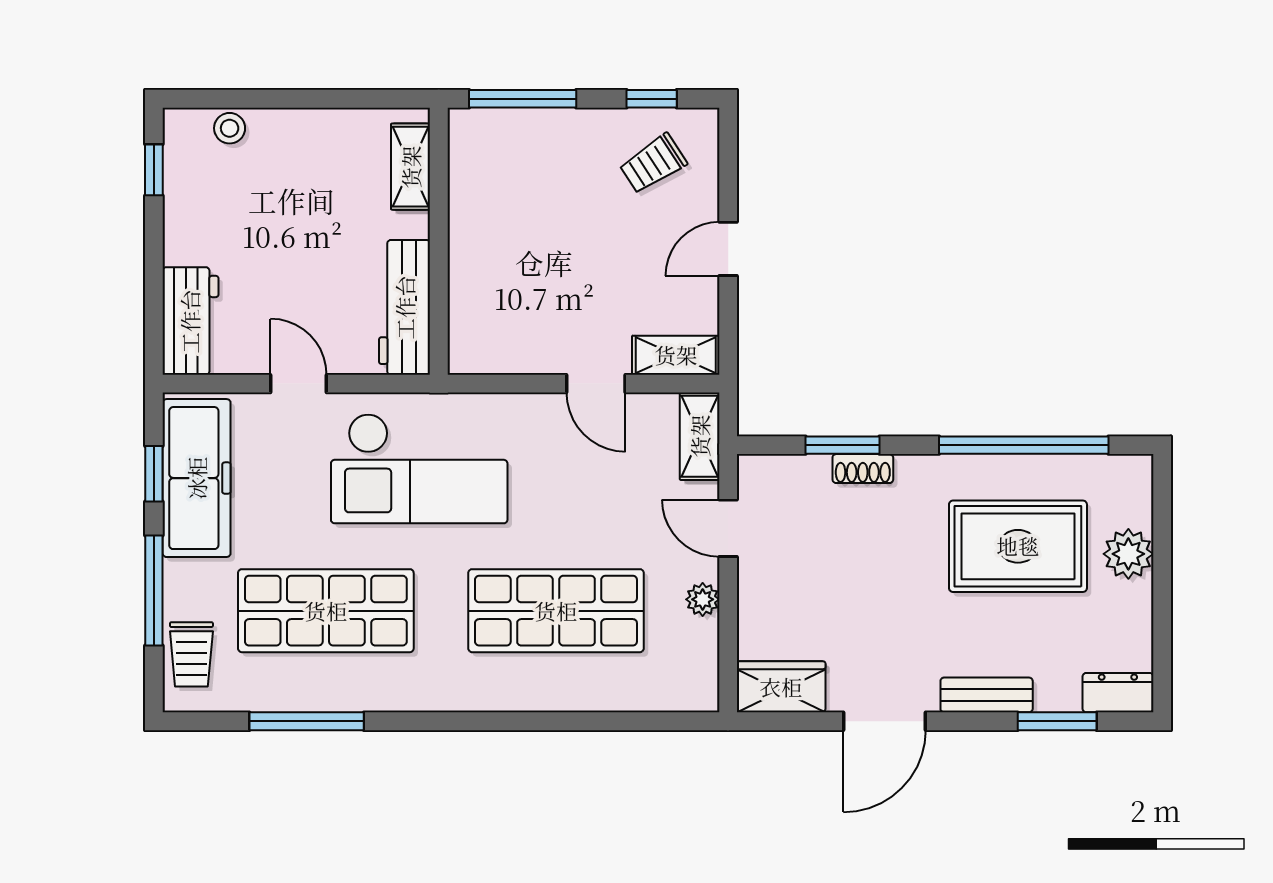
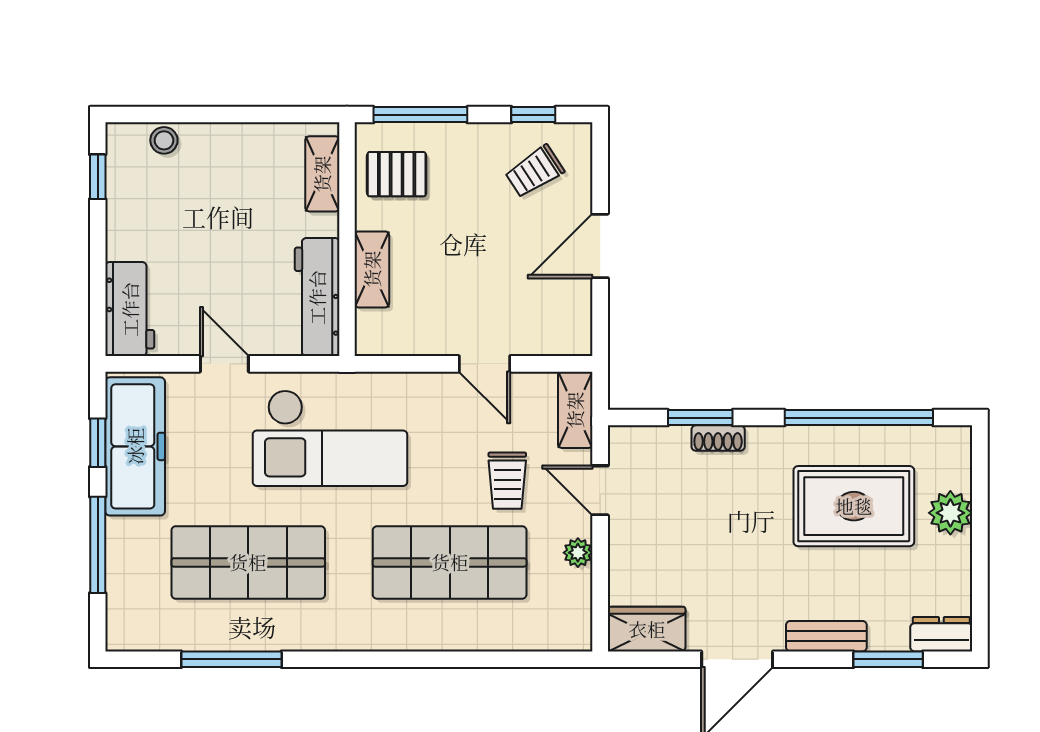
pallet: (495, 167) -> (397, 174), added
door: (728, 249) -> (600, 246), width x1.38
shelving: (676, 355) -> (372, 269), moved, turned 90
trolley: (191, 654) -> (507, 481), moved

